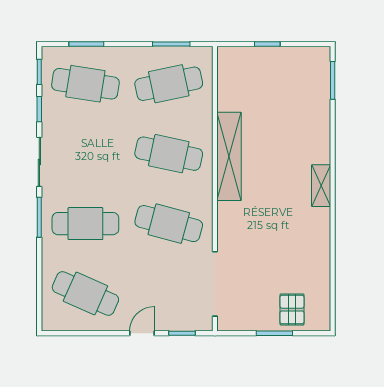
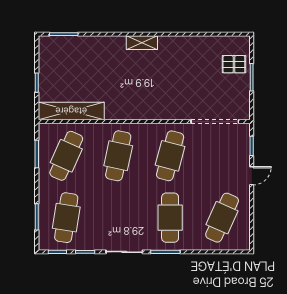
cafe table: (169, 84) -> (66, 156), turned 36
shelving: (229, 156) -> (71, 111), moved
door: (142, 333) -> (252, 176), swing flipped

